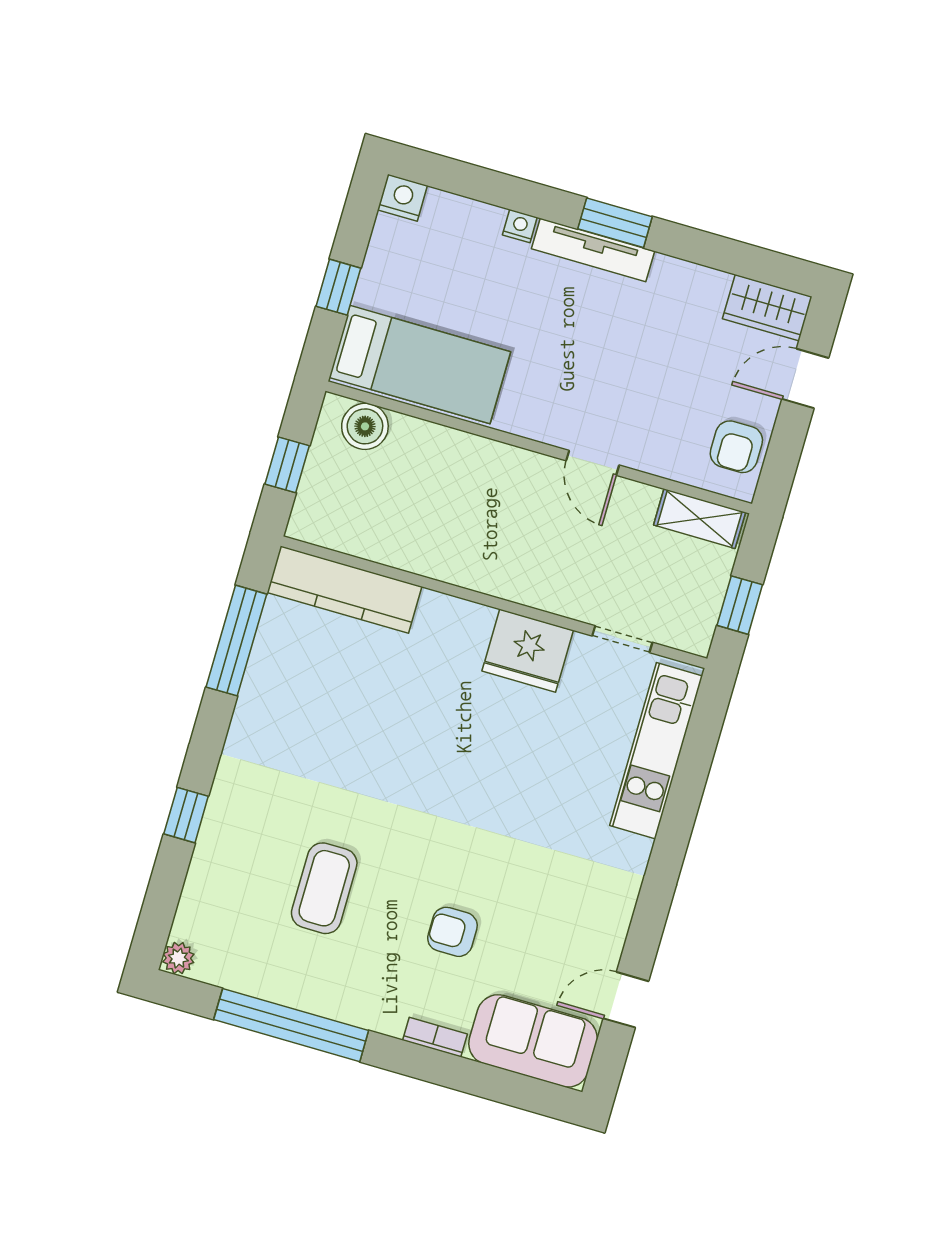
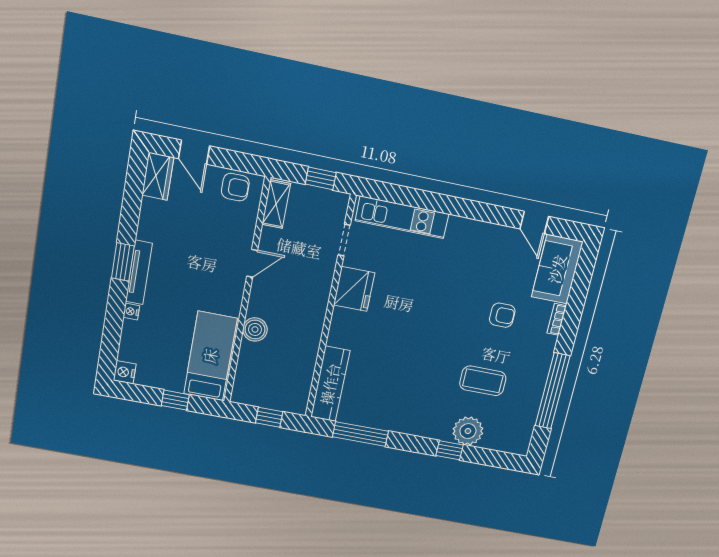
boiler: (365, 426) -> (255, 329), moved
armchair: (452, 932) -> (502, 315), turned -90
plant: (178, 958) -> (468, 431), moved, width x1.87, depth x1.87

